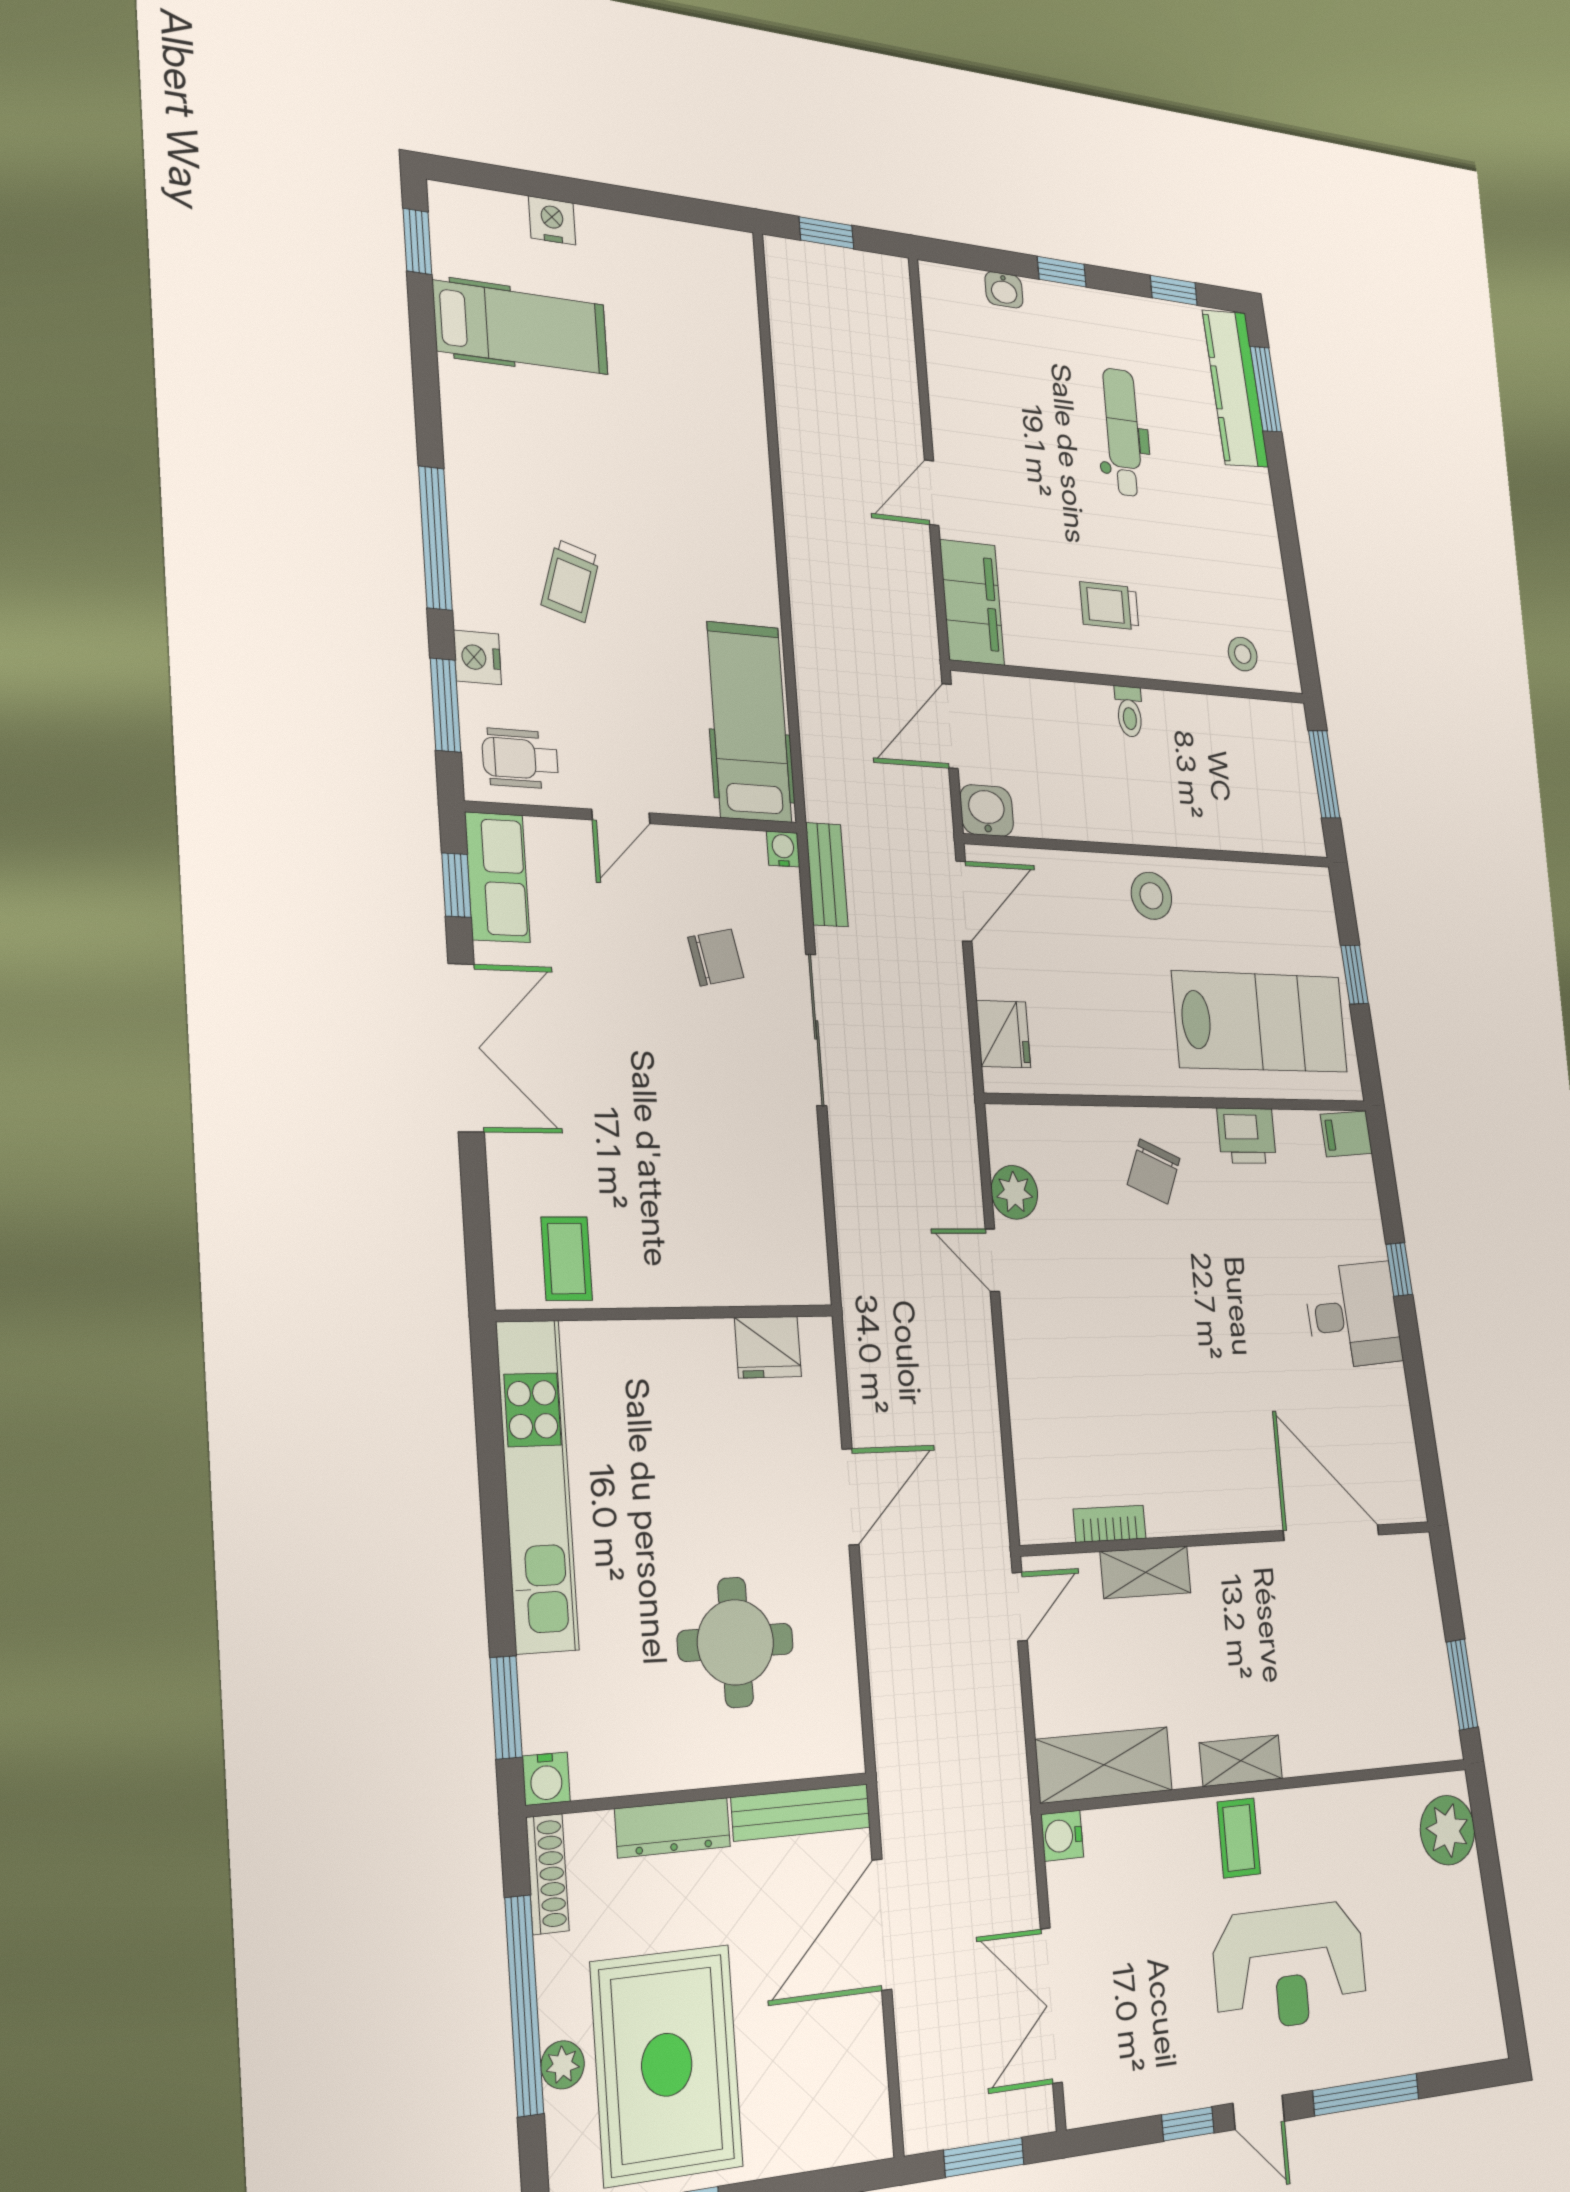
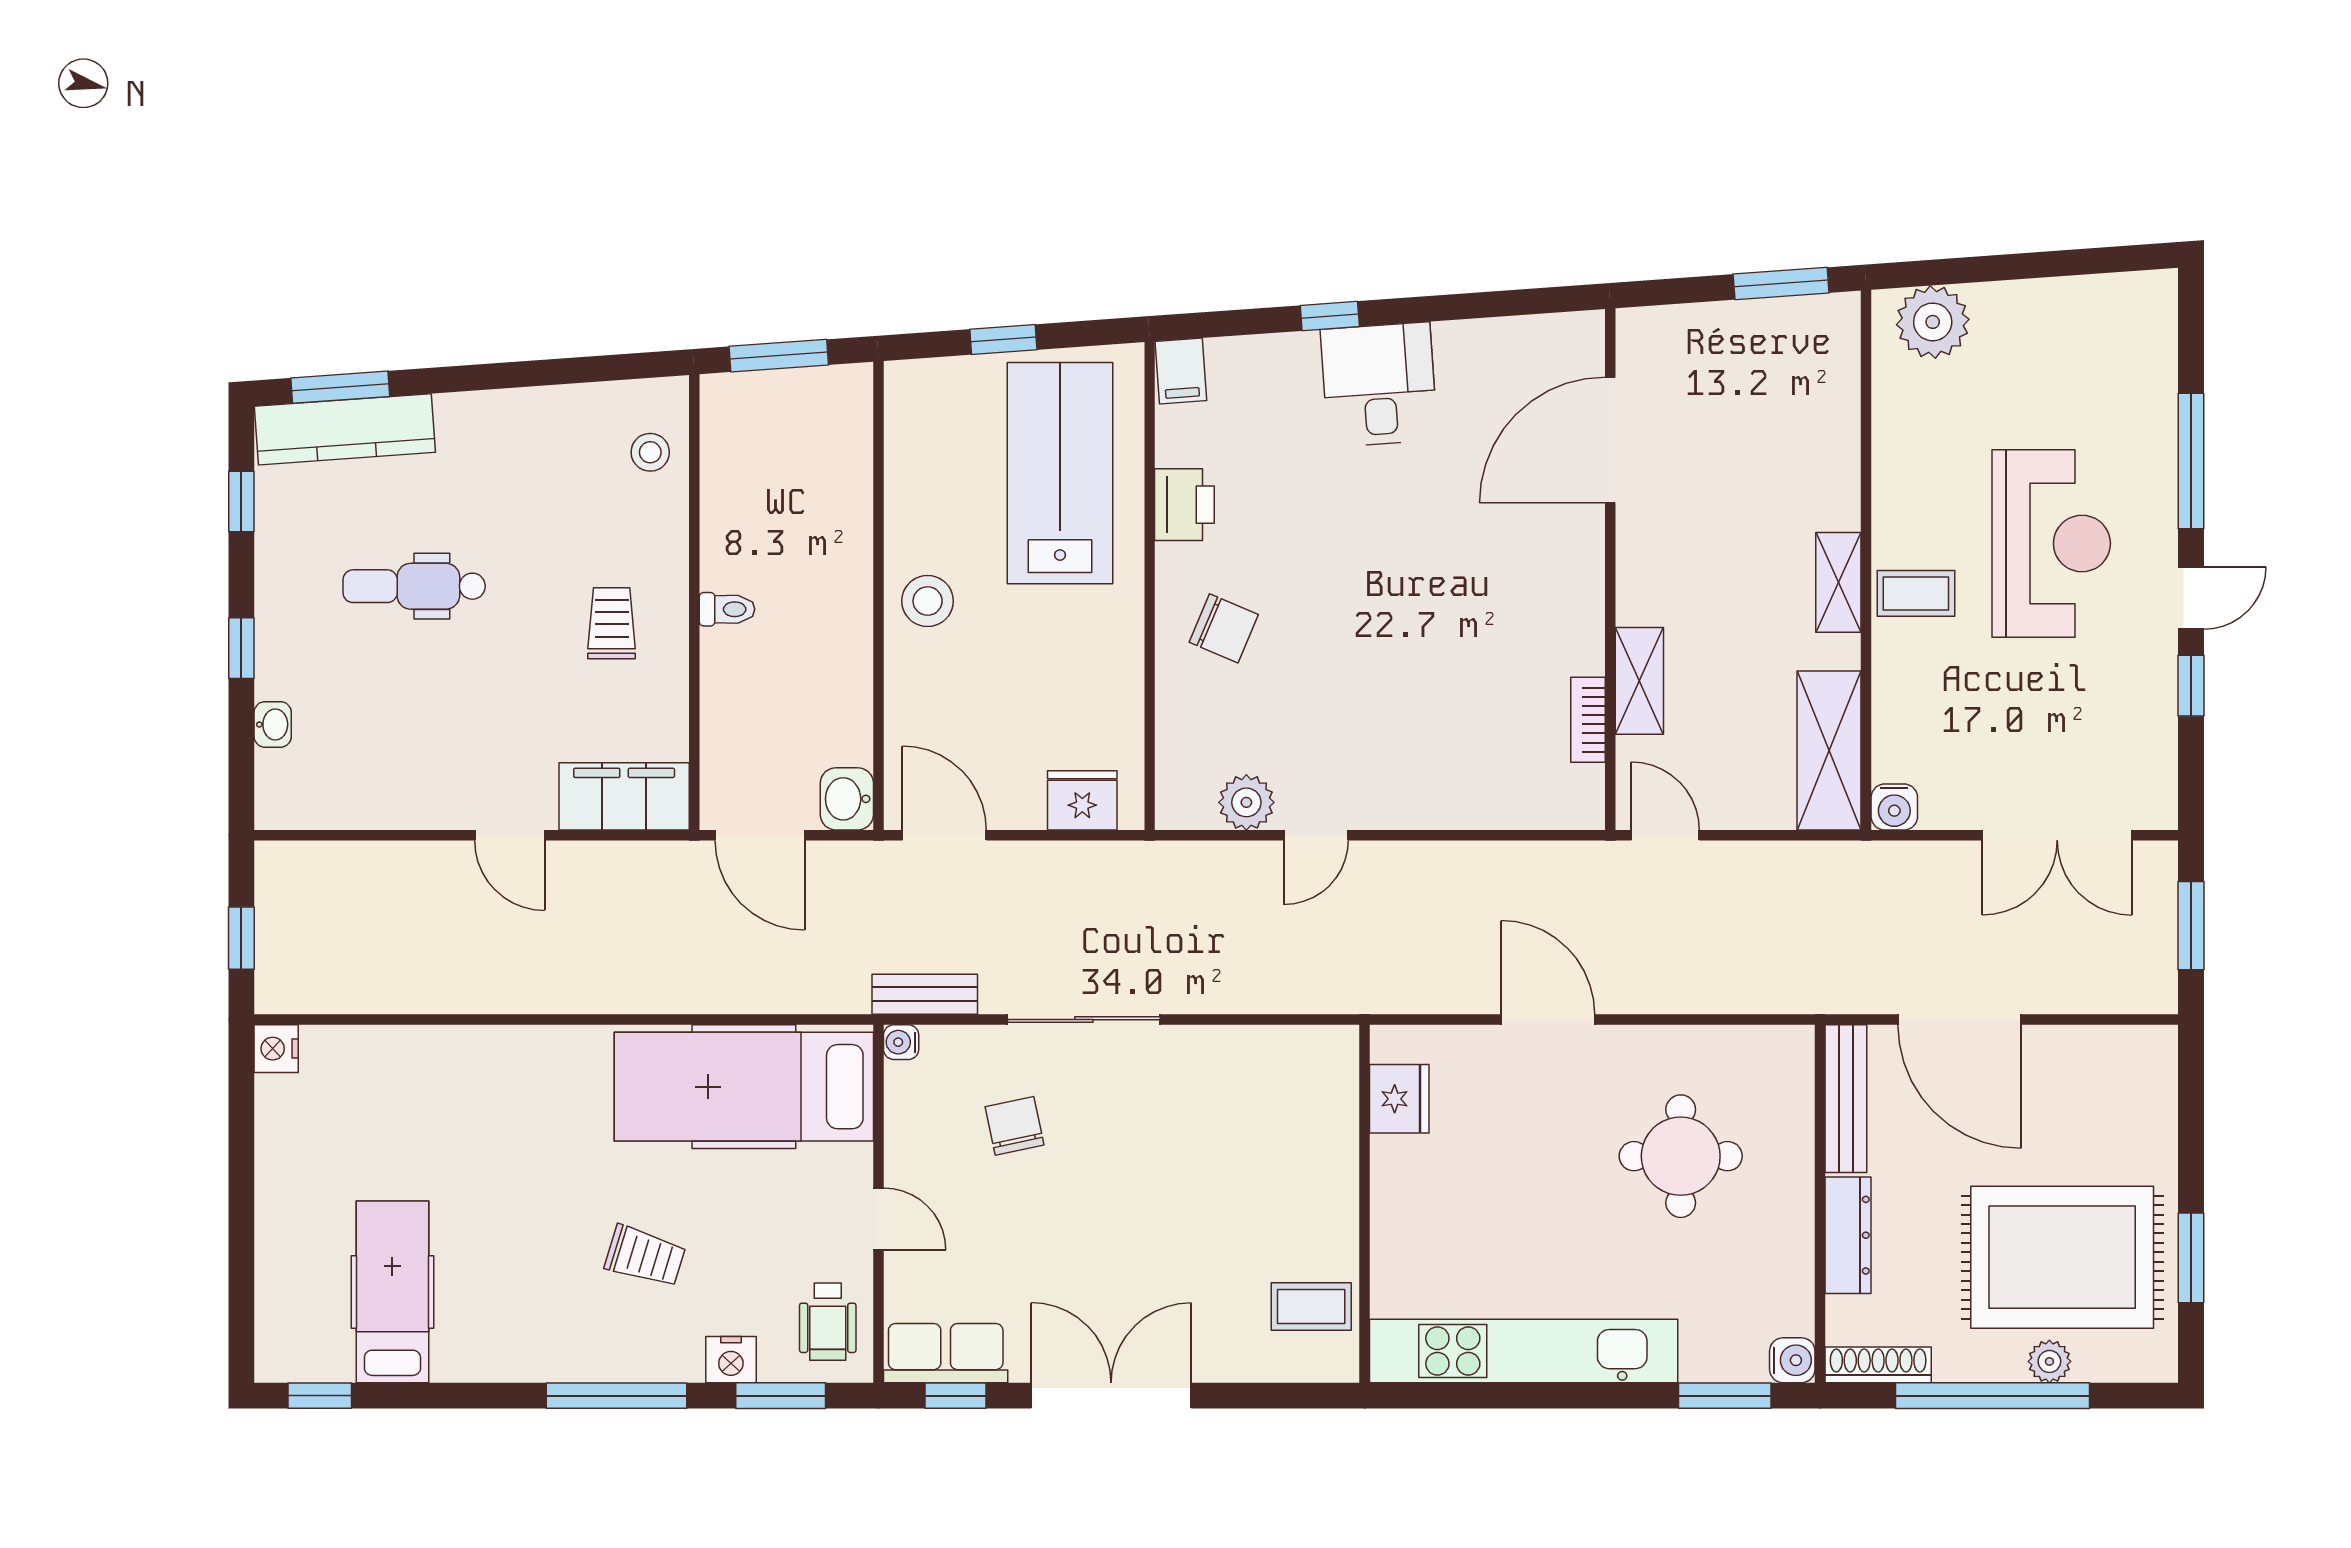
nightstand: (552, 220) -> (276, 1049), moved
trolley: (1109, 606) -> (612, 623), turned 180
hospital bed: (749, 722) -> (744, 1087), width x1.37, depth x1.29

